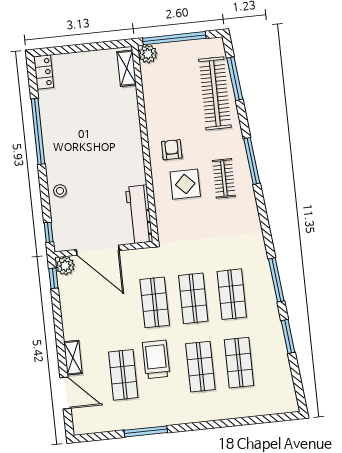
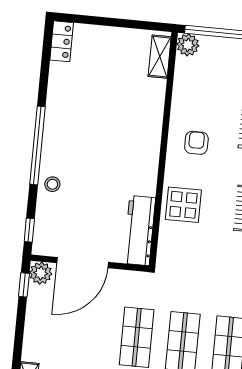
window: (38, 131) -> (37, 145), moved
armchair: (172, 150) -> (196, 143), moved
display table: (185, 184) -> (183, 205), moved
door: (98, 250) -> (83, 263), hinge flipped

